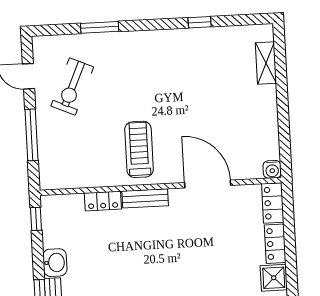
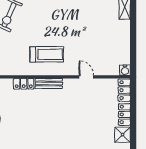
treadmill: (139, 149) -> (47, 54), turned 90
door: (208, 184) -> (86, 77), width x0.53

